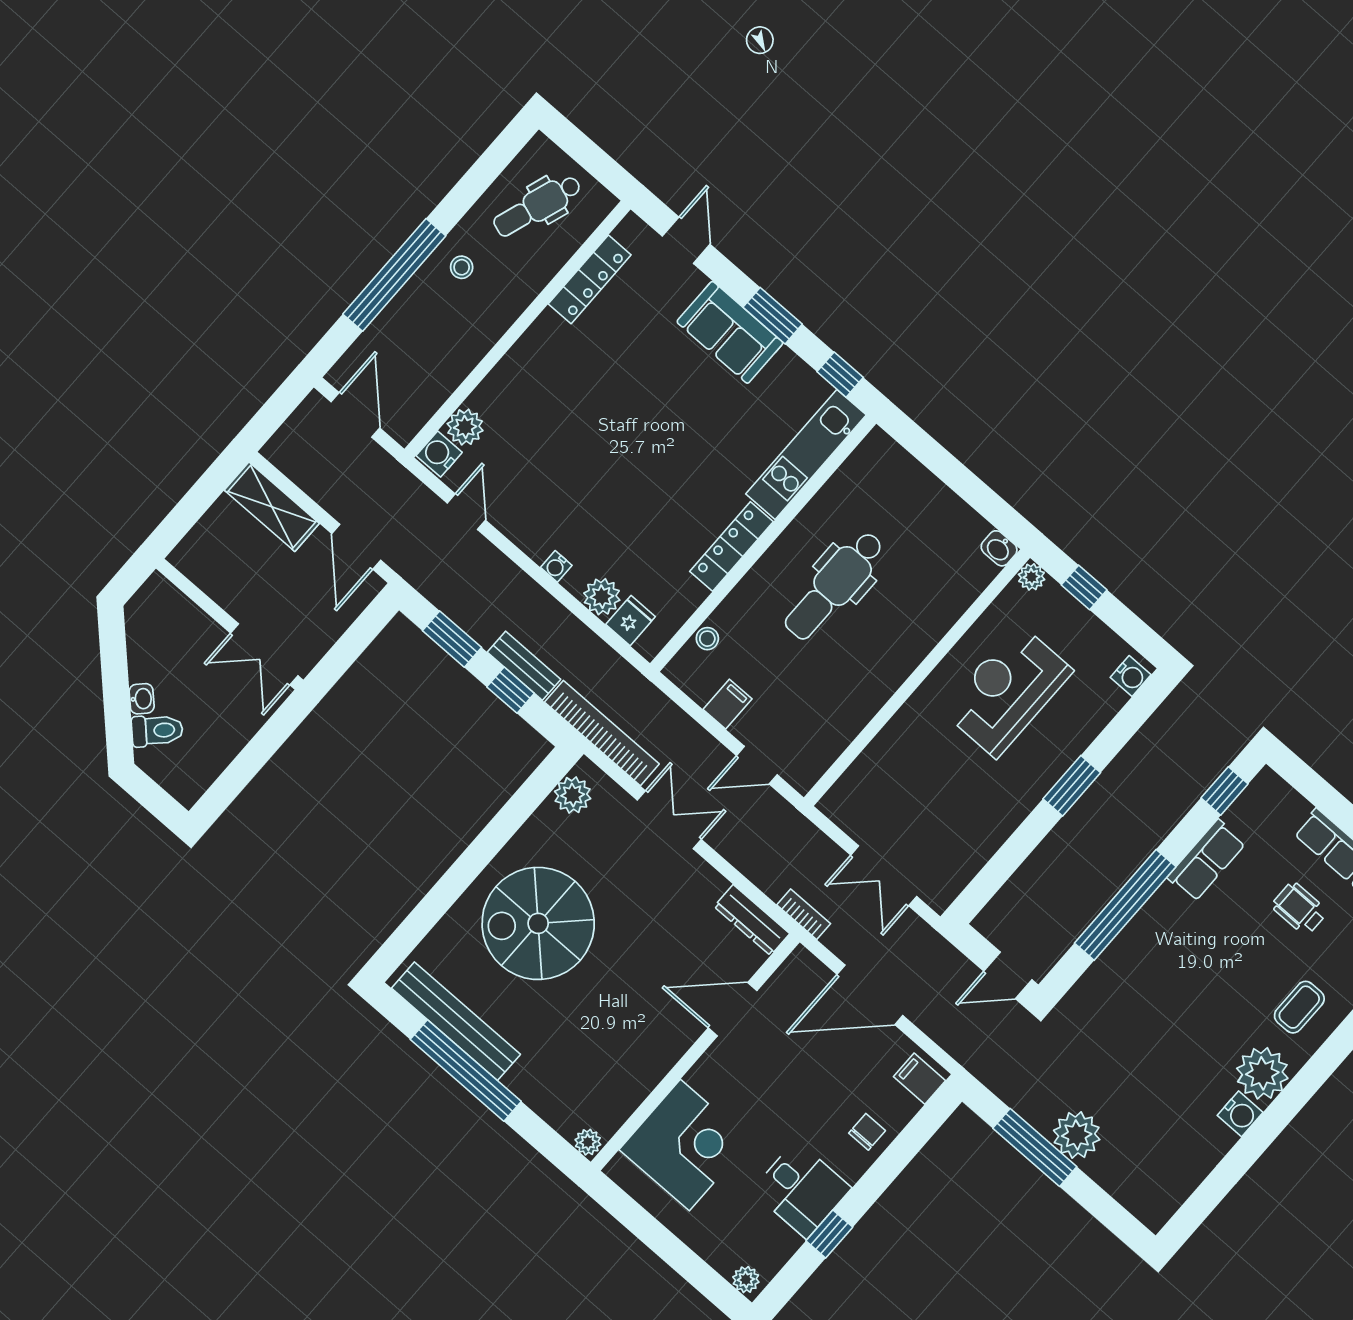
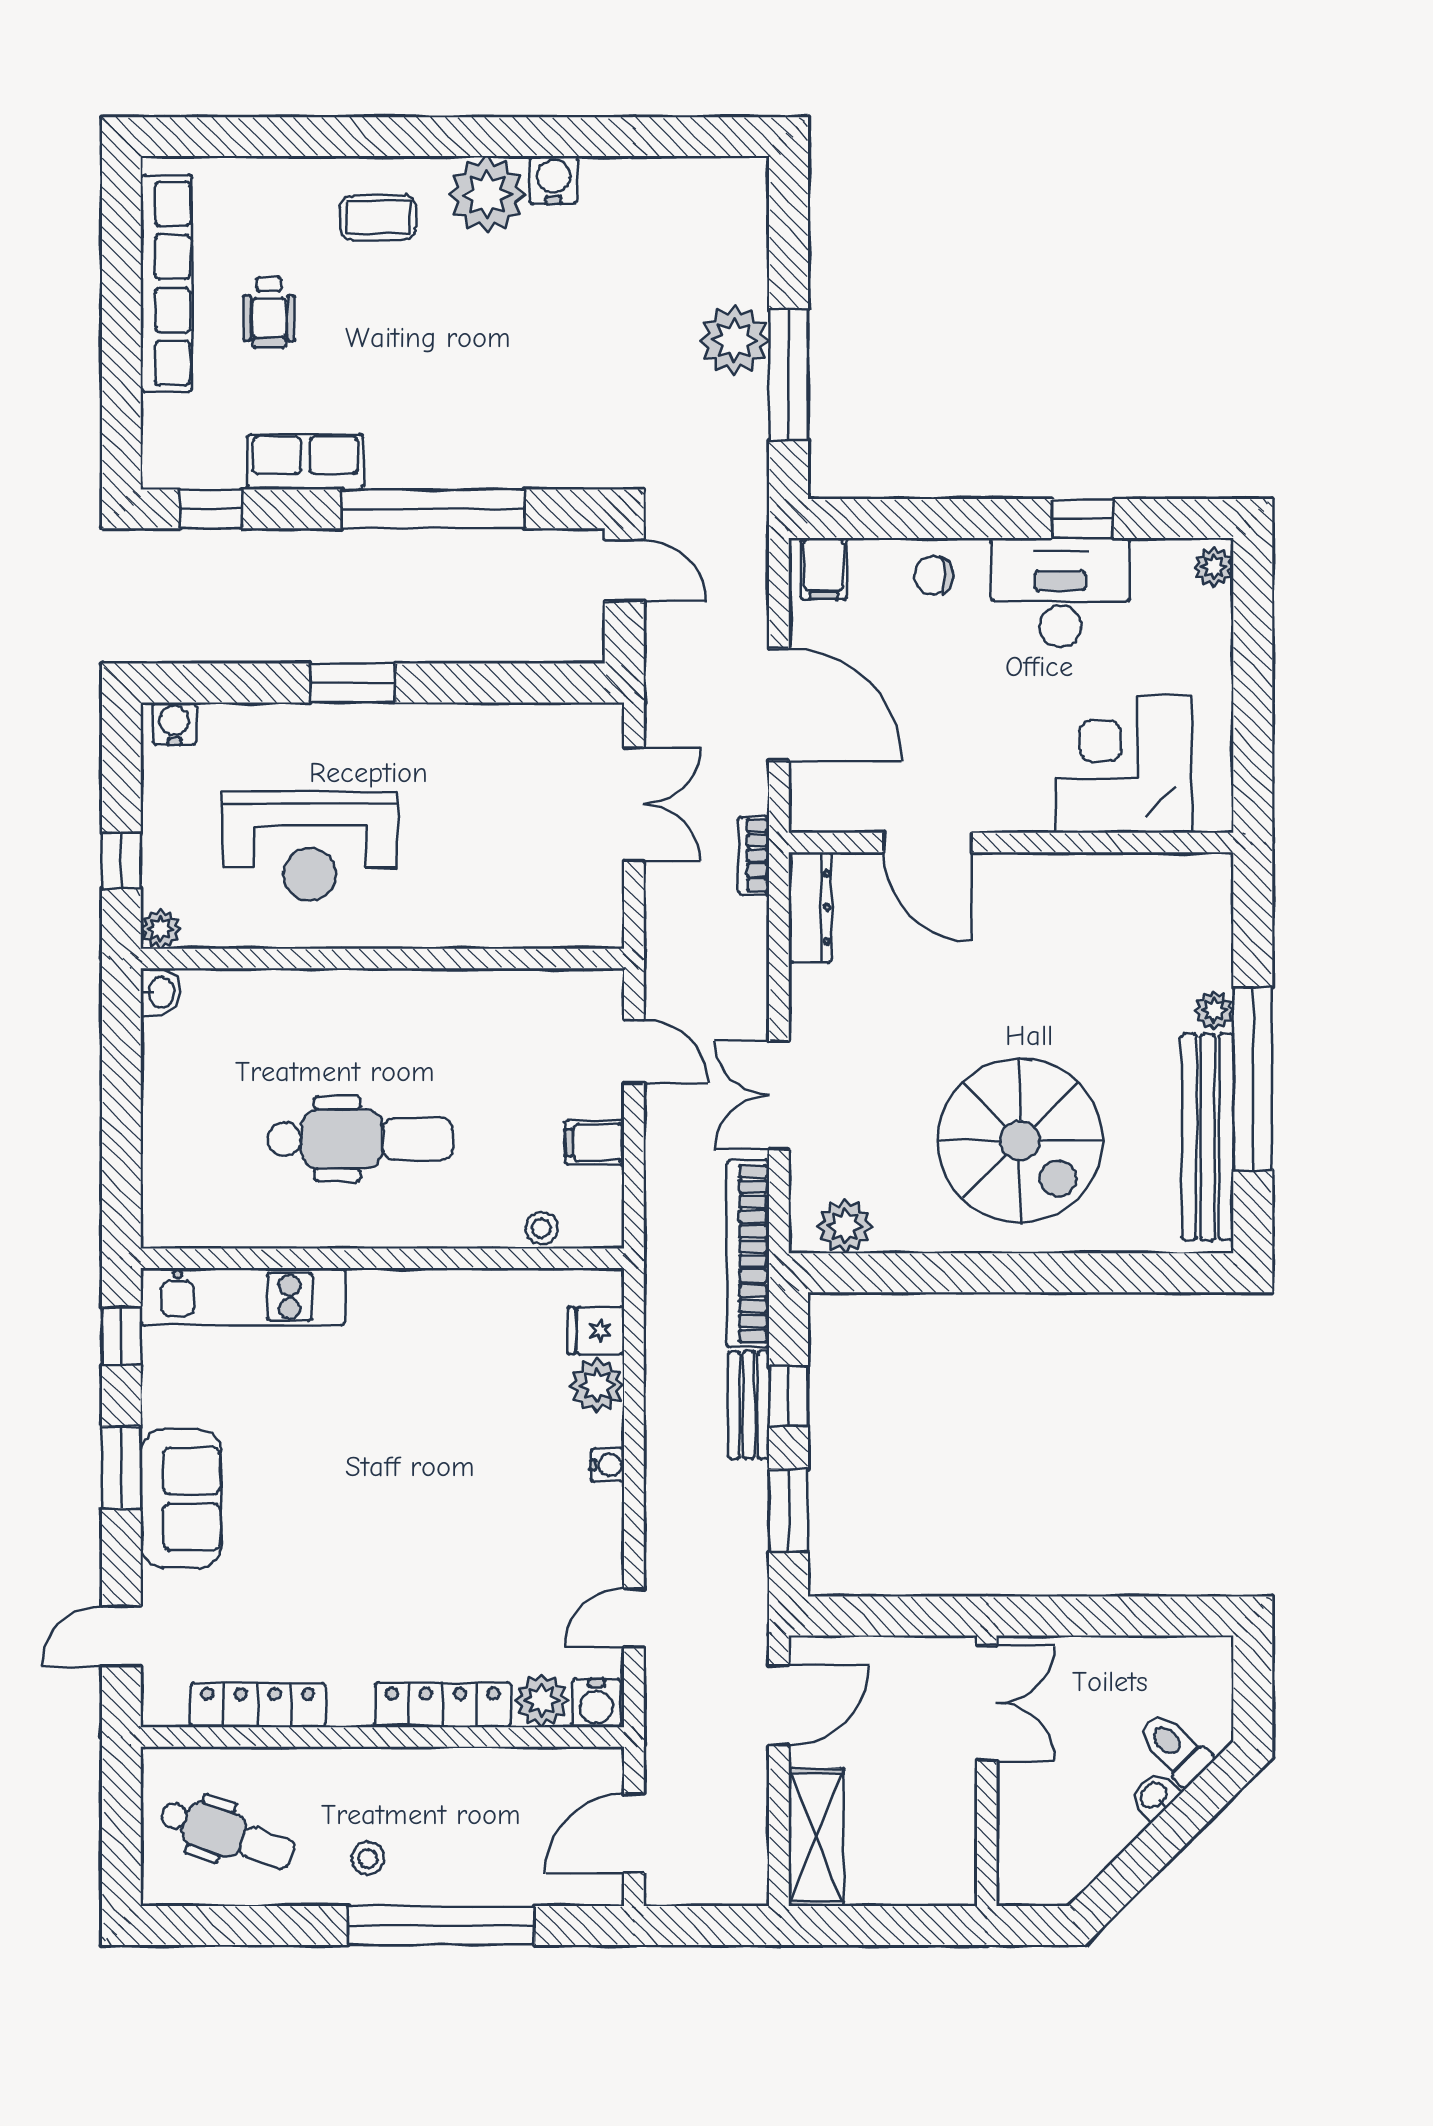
locker: (731, 546) -> (443, 1705), moved, turned 180
plant: (588, 1142) -> (1214, 1010), moved
desk: (801, 1189) -> (1060, 593), width x1.37

